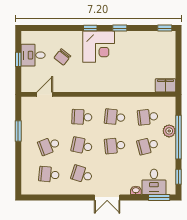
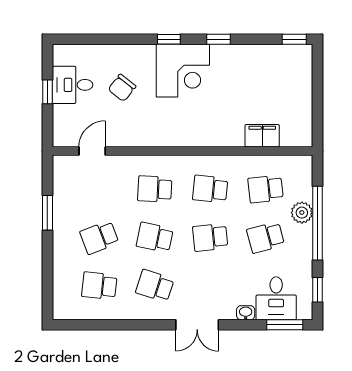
filing cabinet: (165, 85) -> (262, 136), moved

